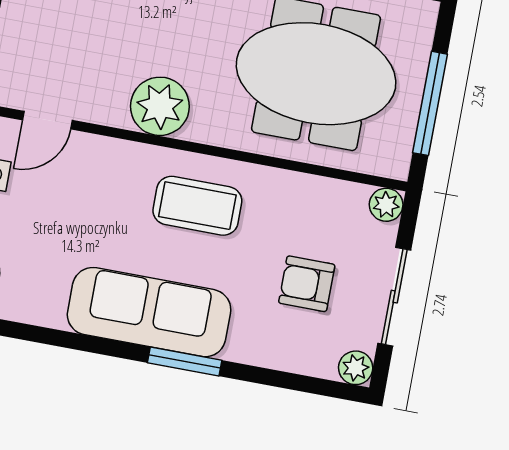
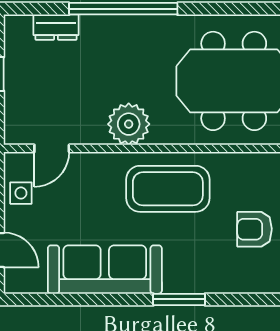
coffee table: (197, 206) -> (168, 189), width x1.36, depth x1.32
sofa: (149, 312) -> (105, 270), moved

